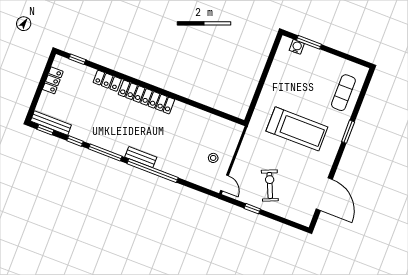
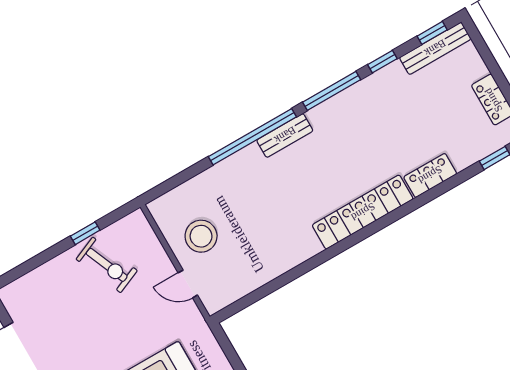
stool: (213, 158) -> (201, 236), width x1.89, depth x1.89
door: (225, 183) -> (188, 284), moved
exercise bike: (270, 185) -> (107, 265), moved

